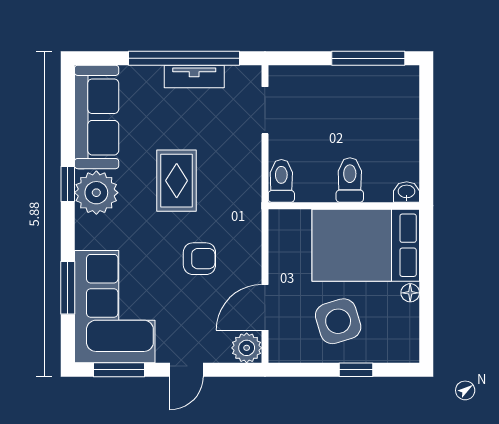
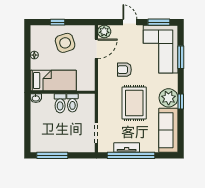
rug: (177, 181) -> (134, 103), width x1.36, depth x1.43
toilet: (281, 181) -> (72, 103), moved
bed: (366, 245) -> (53, 81), width x0.67
door: (187, 370) -> (130, 22), hinge flipped

